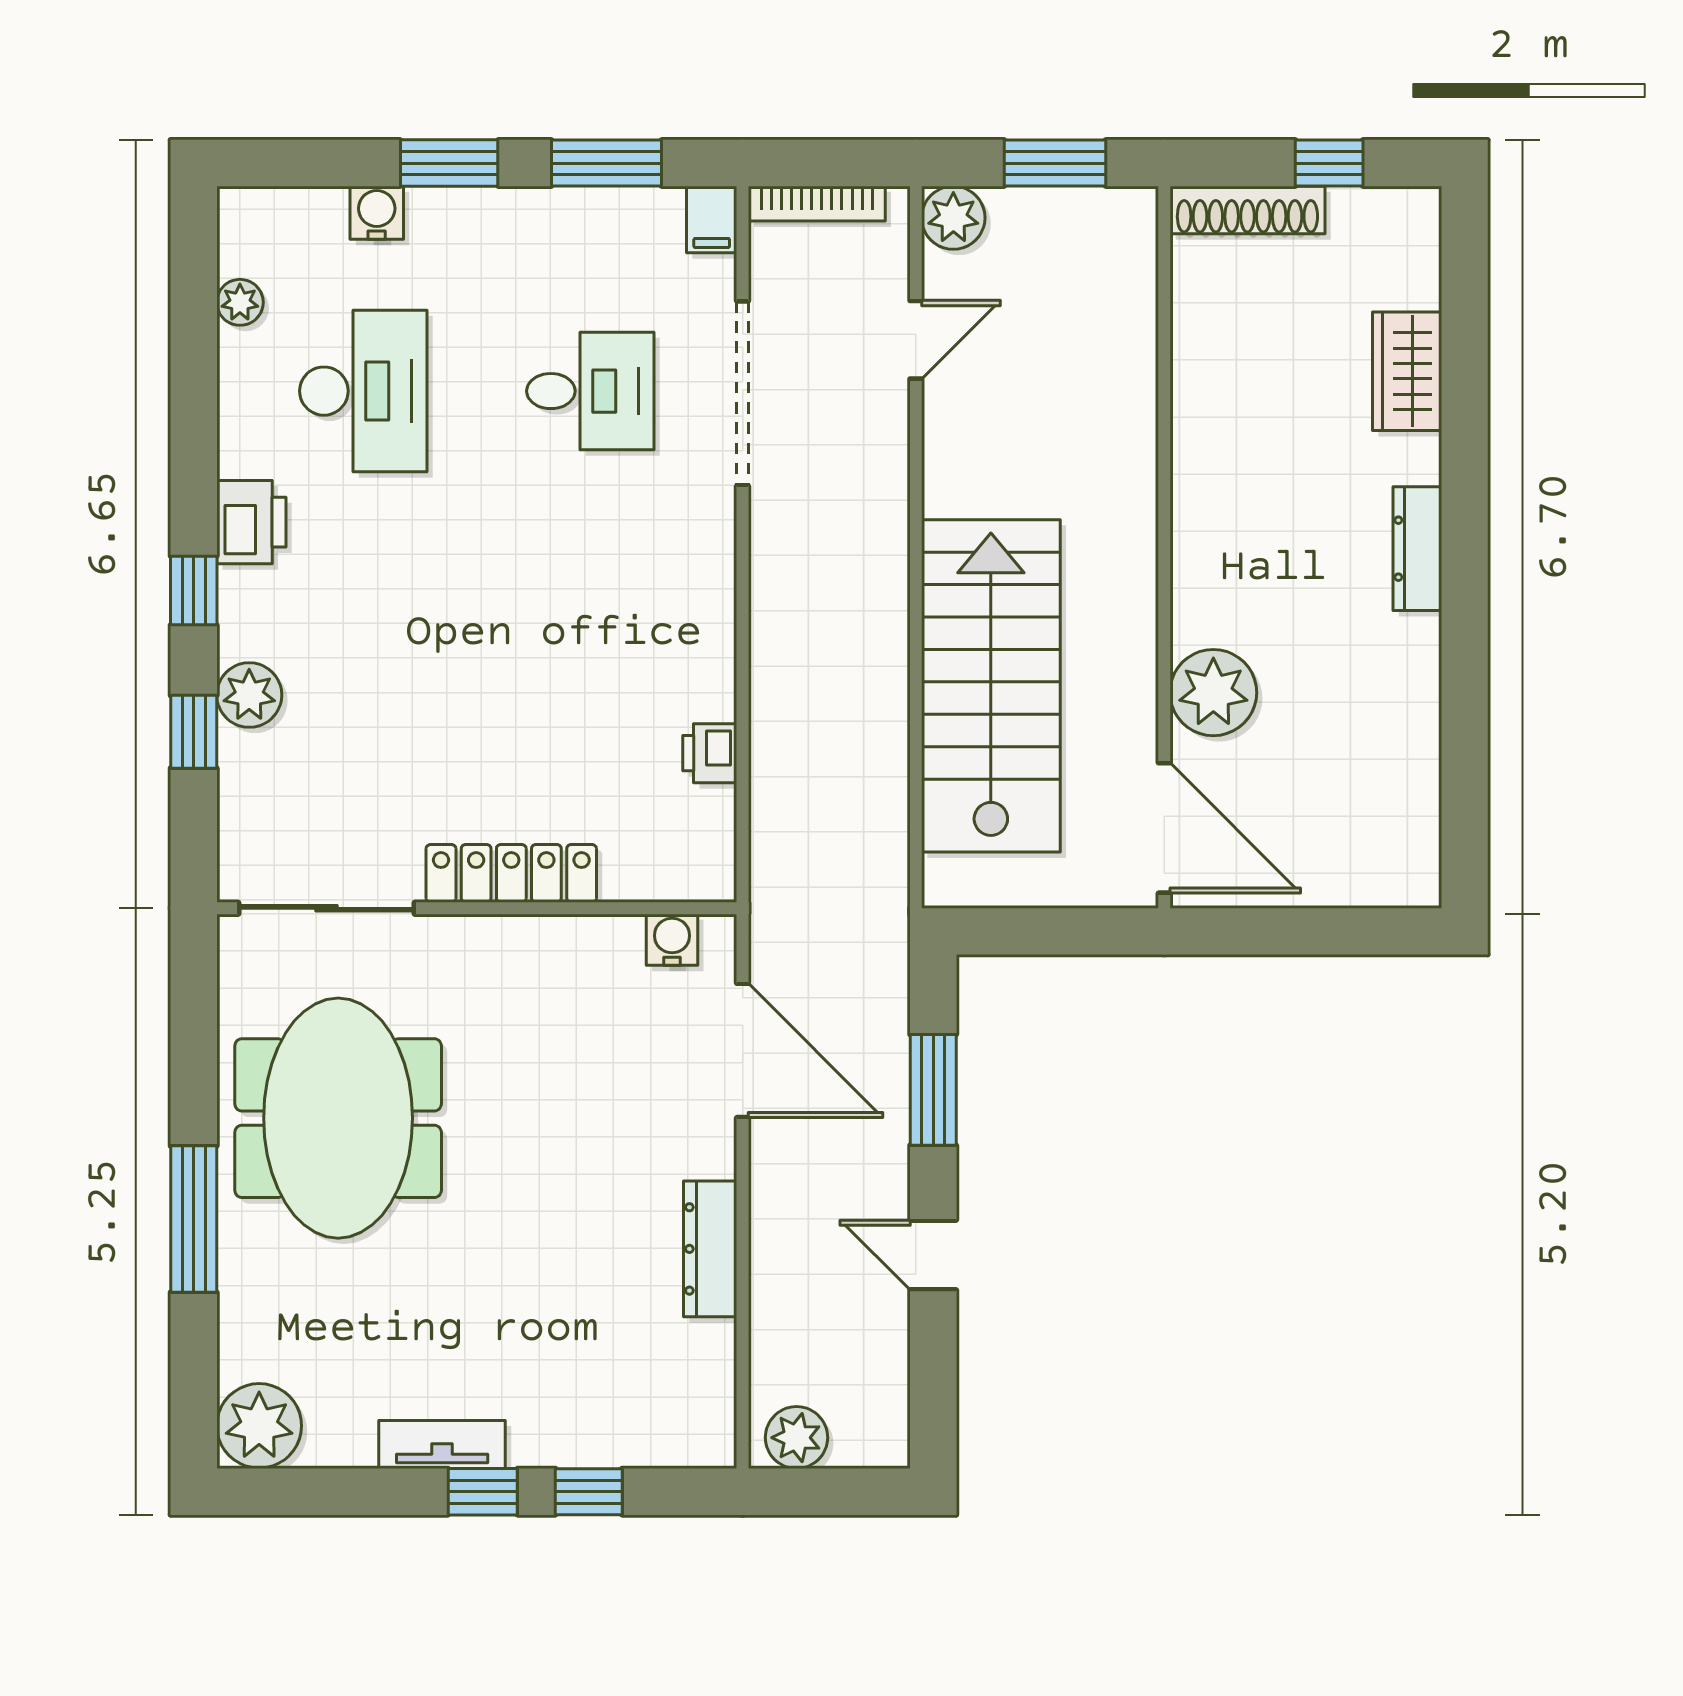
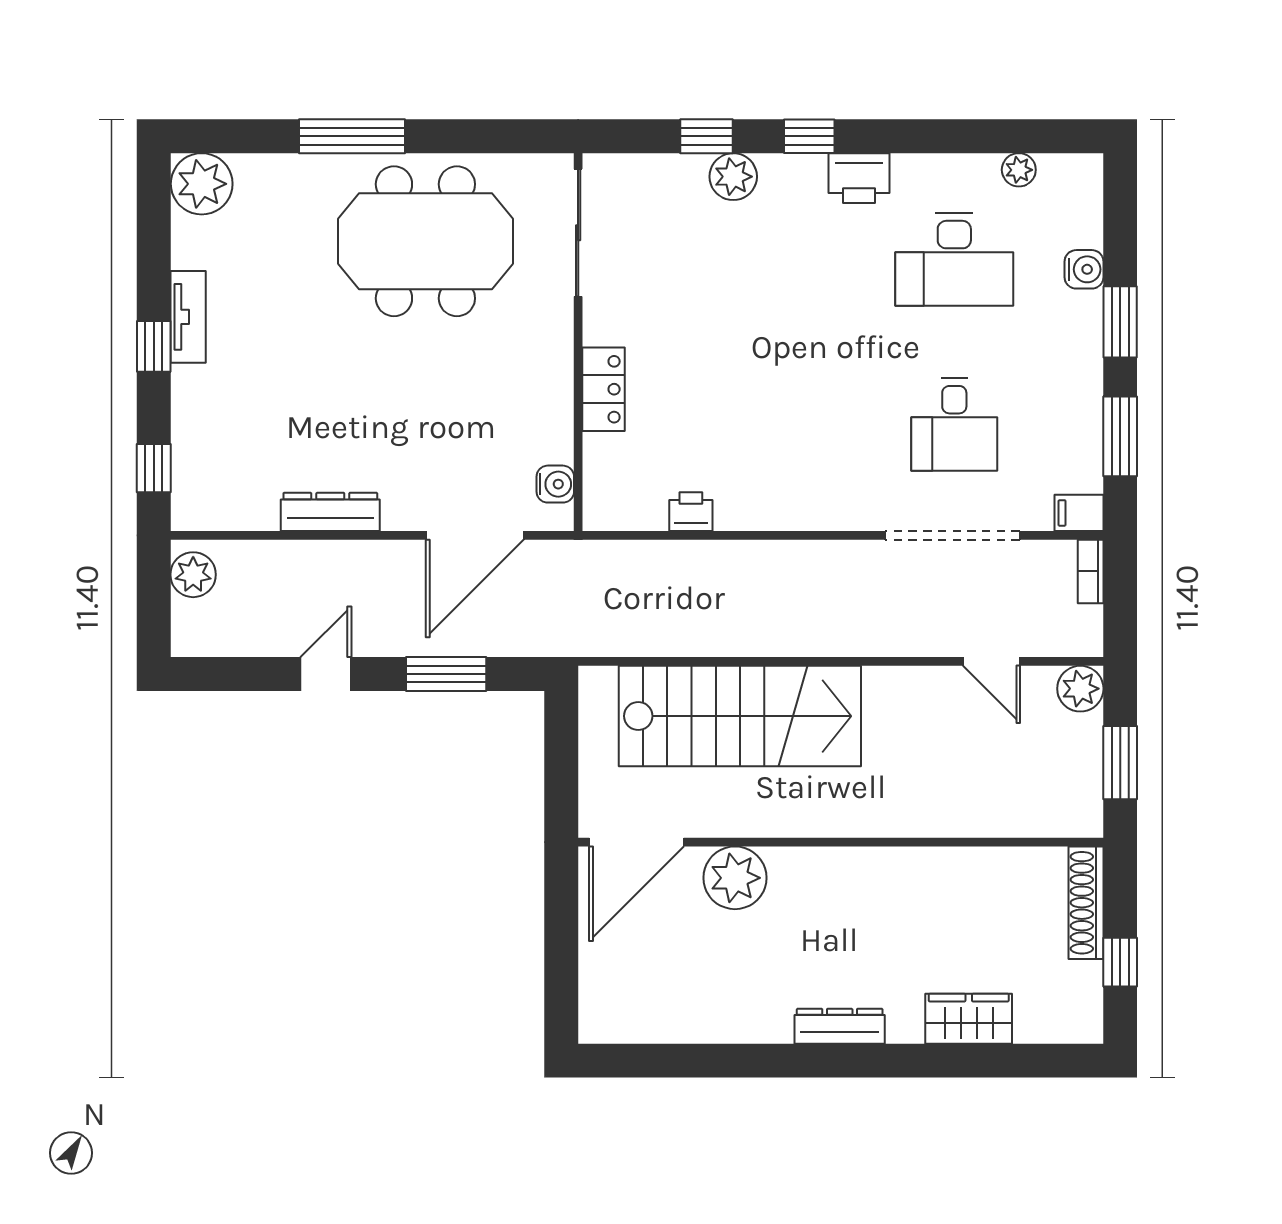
bookcase: (817, 204) -> (1091, 571), width x0.64
locker: (511, 873) -> (603, 389), width x0.66
window: (589, 1492) -> (154, 468), moved

